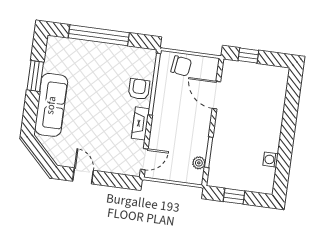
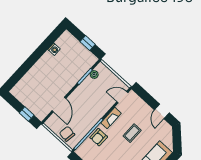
coffee table: (101, 123) -> (132, 133), added

